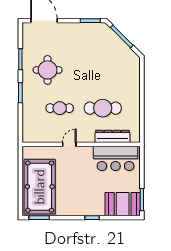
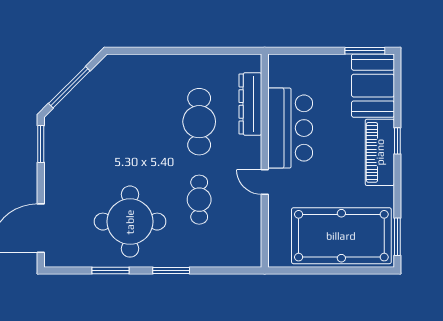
round table: (48, 70) -> (130, 222), width x1.36, depth x1.36
bar counter: (116, 158) -> (290, 128), moved
piano: (86, 208) -> (380, 152), added

